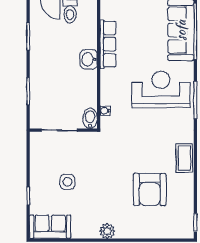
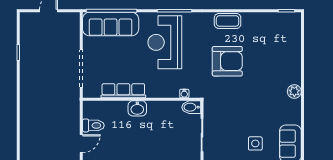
side table: (67, 182) -> (255, 143), moved
armchair: (150, 189) -> (227, 61), moved

